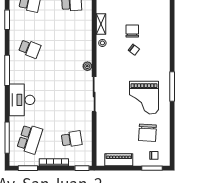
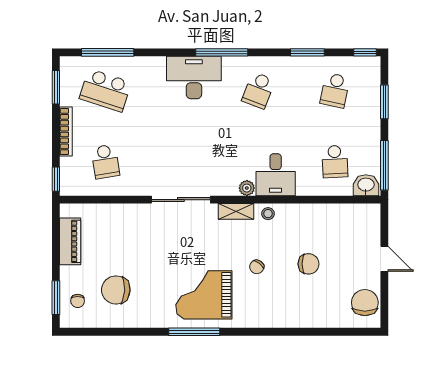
shelving: (101, 24) -> (236, 211), moved
chair: (132, 31) -> (309, 264), moved
desk: (79, 38) -> (276, 175), added
plant: (87, 66) -> (247, 188), moved
grand piano: (144, 98) -> (204, 295), moved
desk: (22, 100) -> (194, 77), moved

